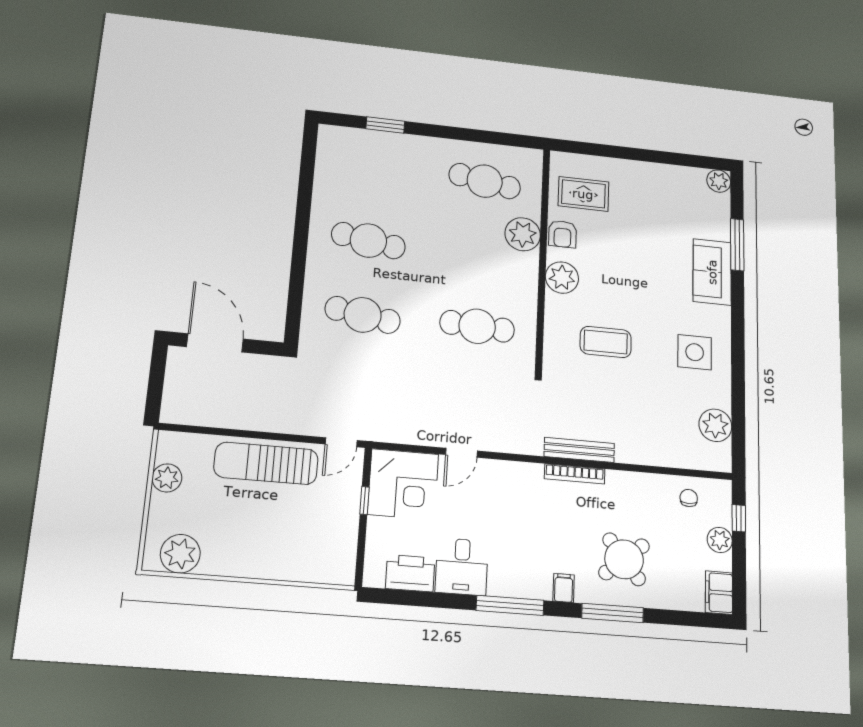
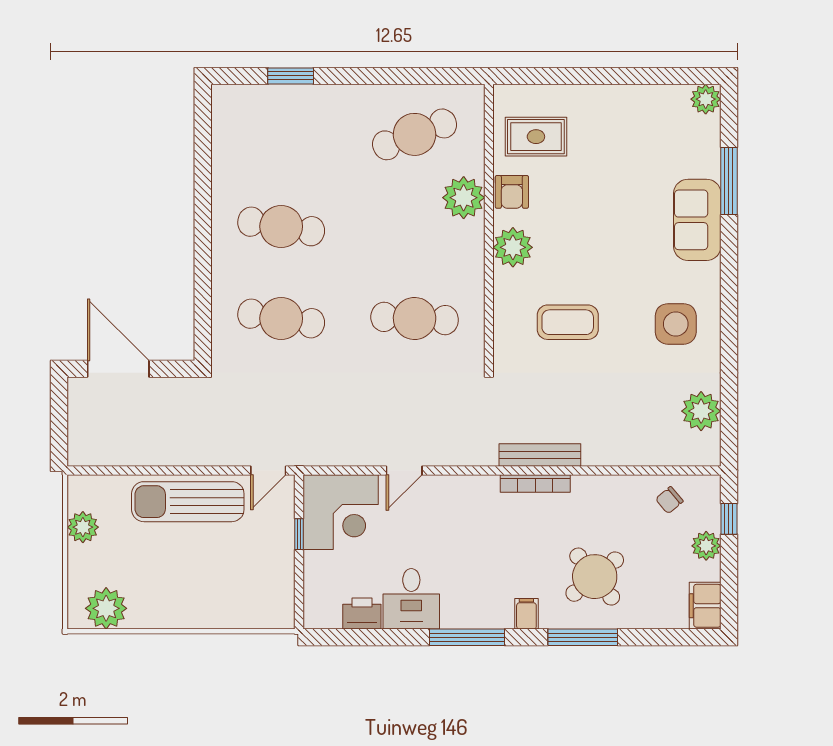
cafe table: (485, 181) -> (415, 134), turned -30
chair: (689, 498) -> (669, 500), turned -130
printer: (410, 573) -> (362, 613), width x0.73, depth x0.84

